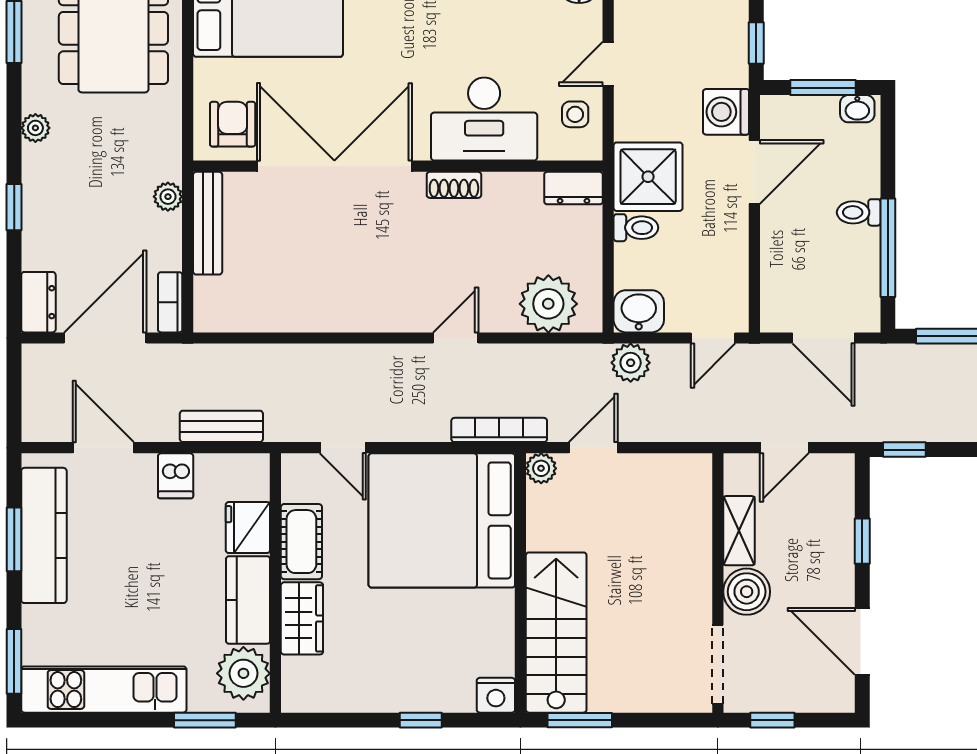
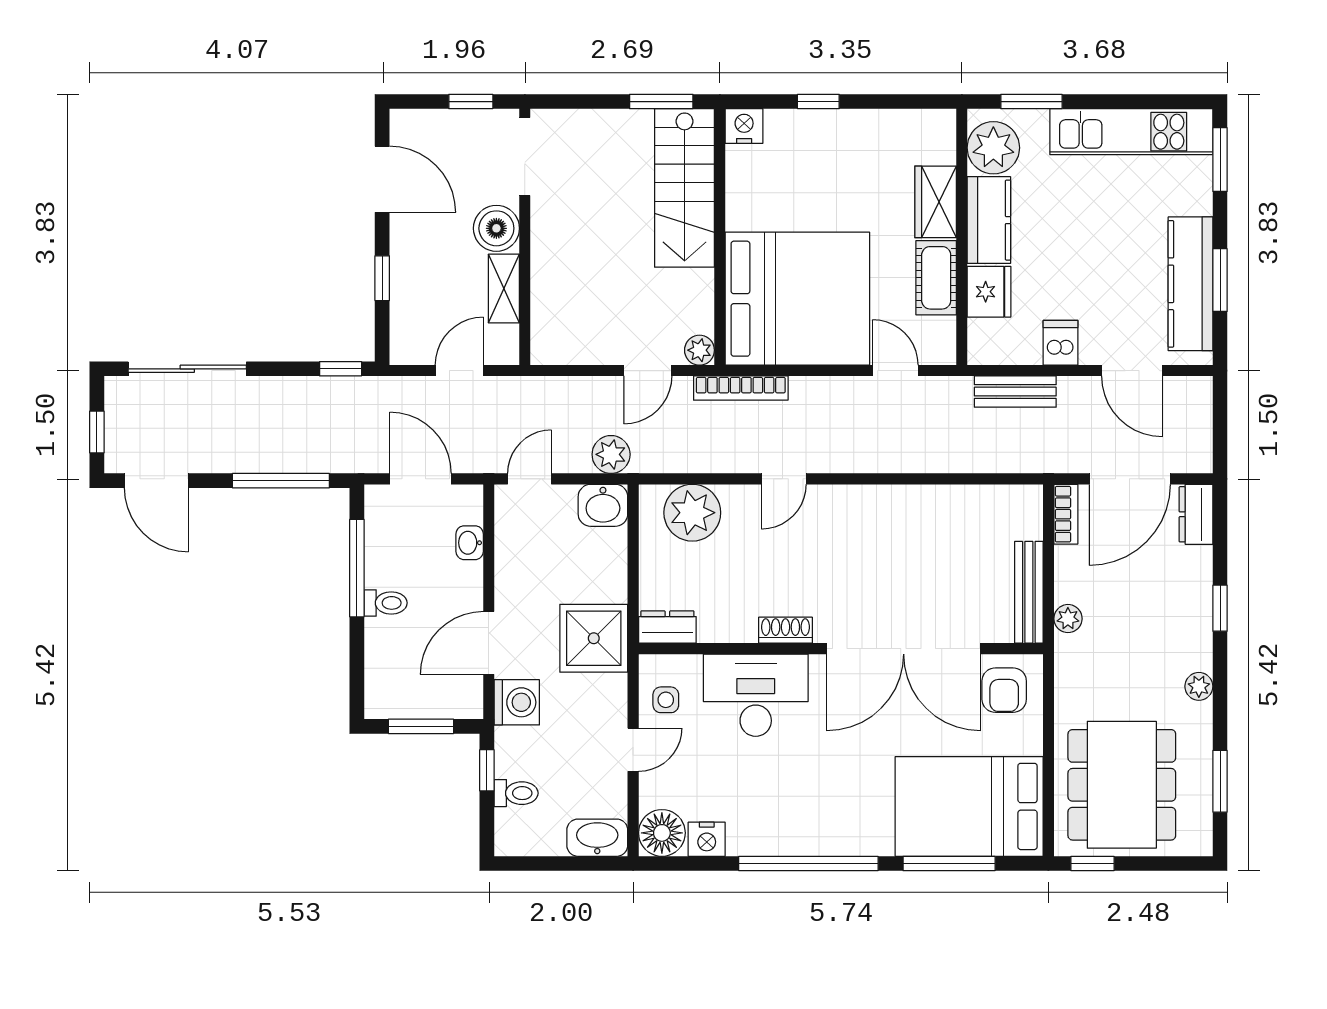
washbasin: (857, 109) -> (470, 543), moved, turned -90
toilet: (636, 228) -> (516, 793), moved, turned 180

